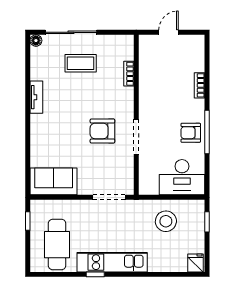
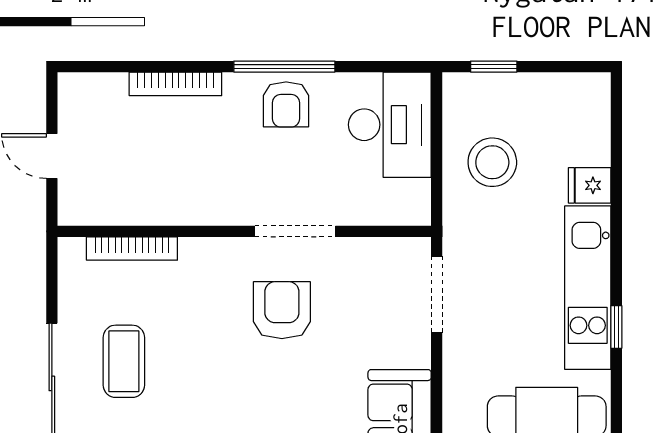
bookcase: (129, 74) -> (132, 249), width x1.56
bookcase: (199, 85) -> (175, 84), width x1.56
armchair: (102, 131) -> (282, 310), turned 180
fridge: (196, 263) -> (590, 185), moved

